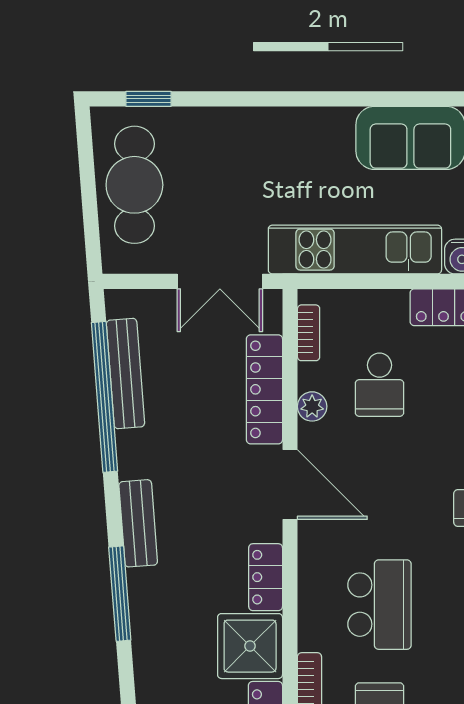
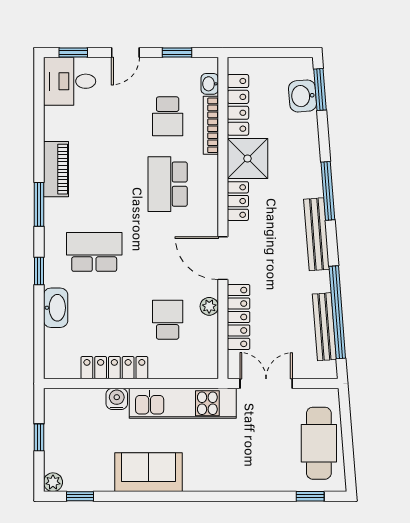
bookcase: (309, 333) -> (211, 352), removed
bench: (138, 523) -> (317, 234), width x1.36

